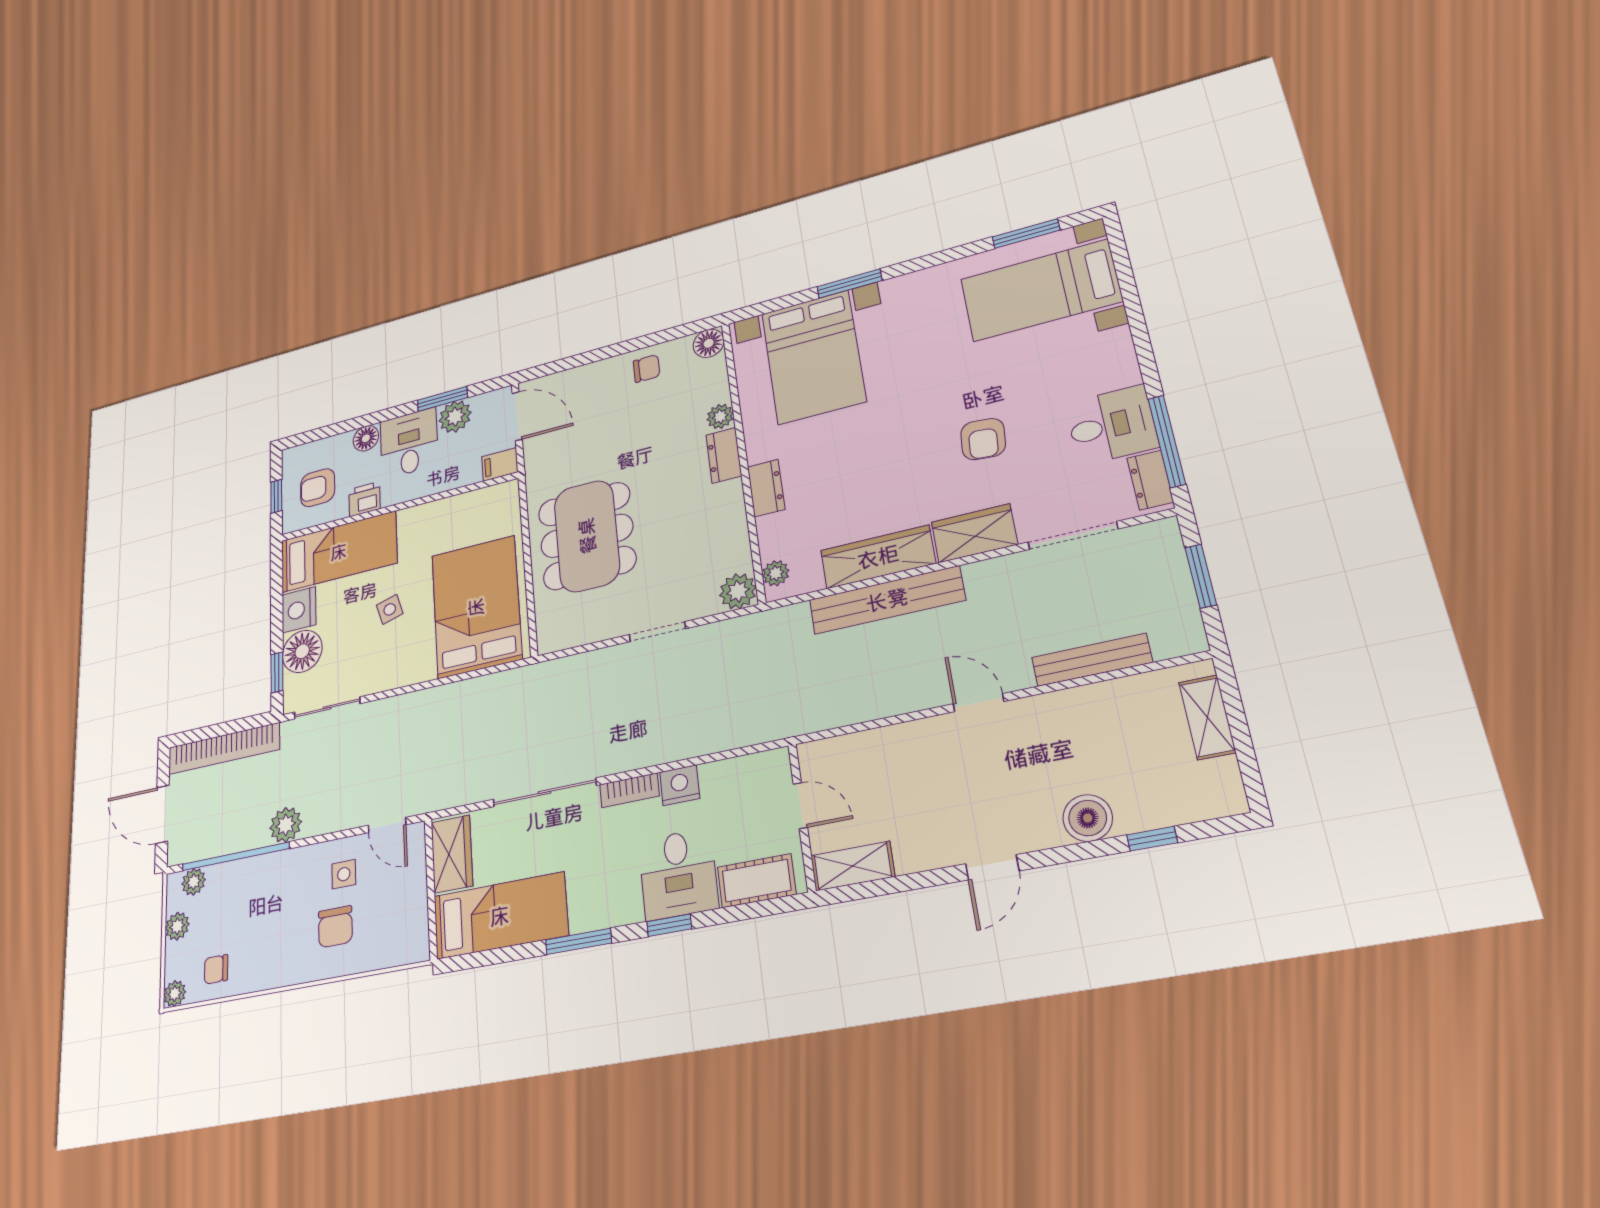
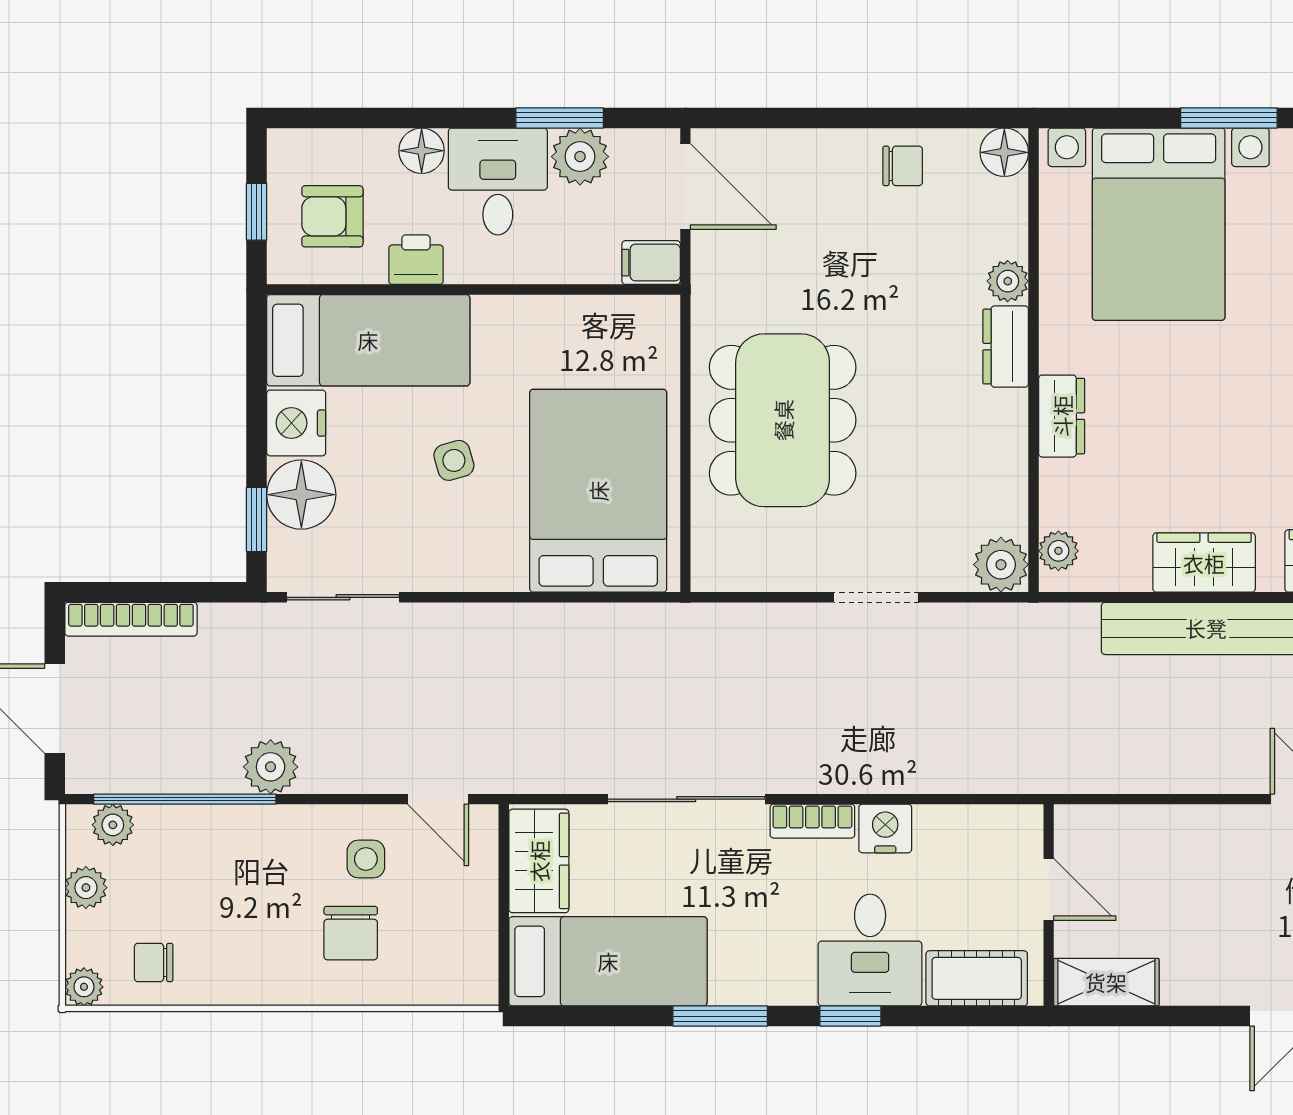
wardrobe: (878, 557) -> (1204, 563), width x0.67
bookcase: (224, 749) -> (131, 619), width x0.68, depth x0.76

